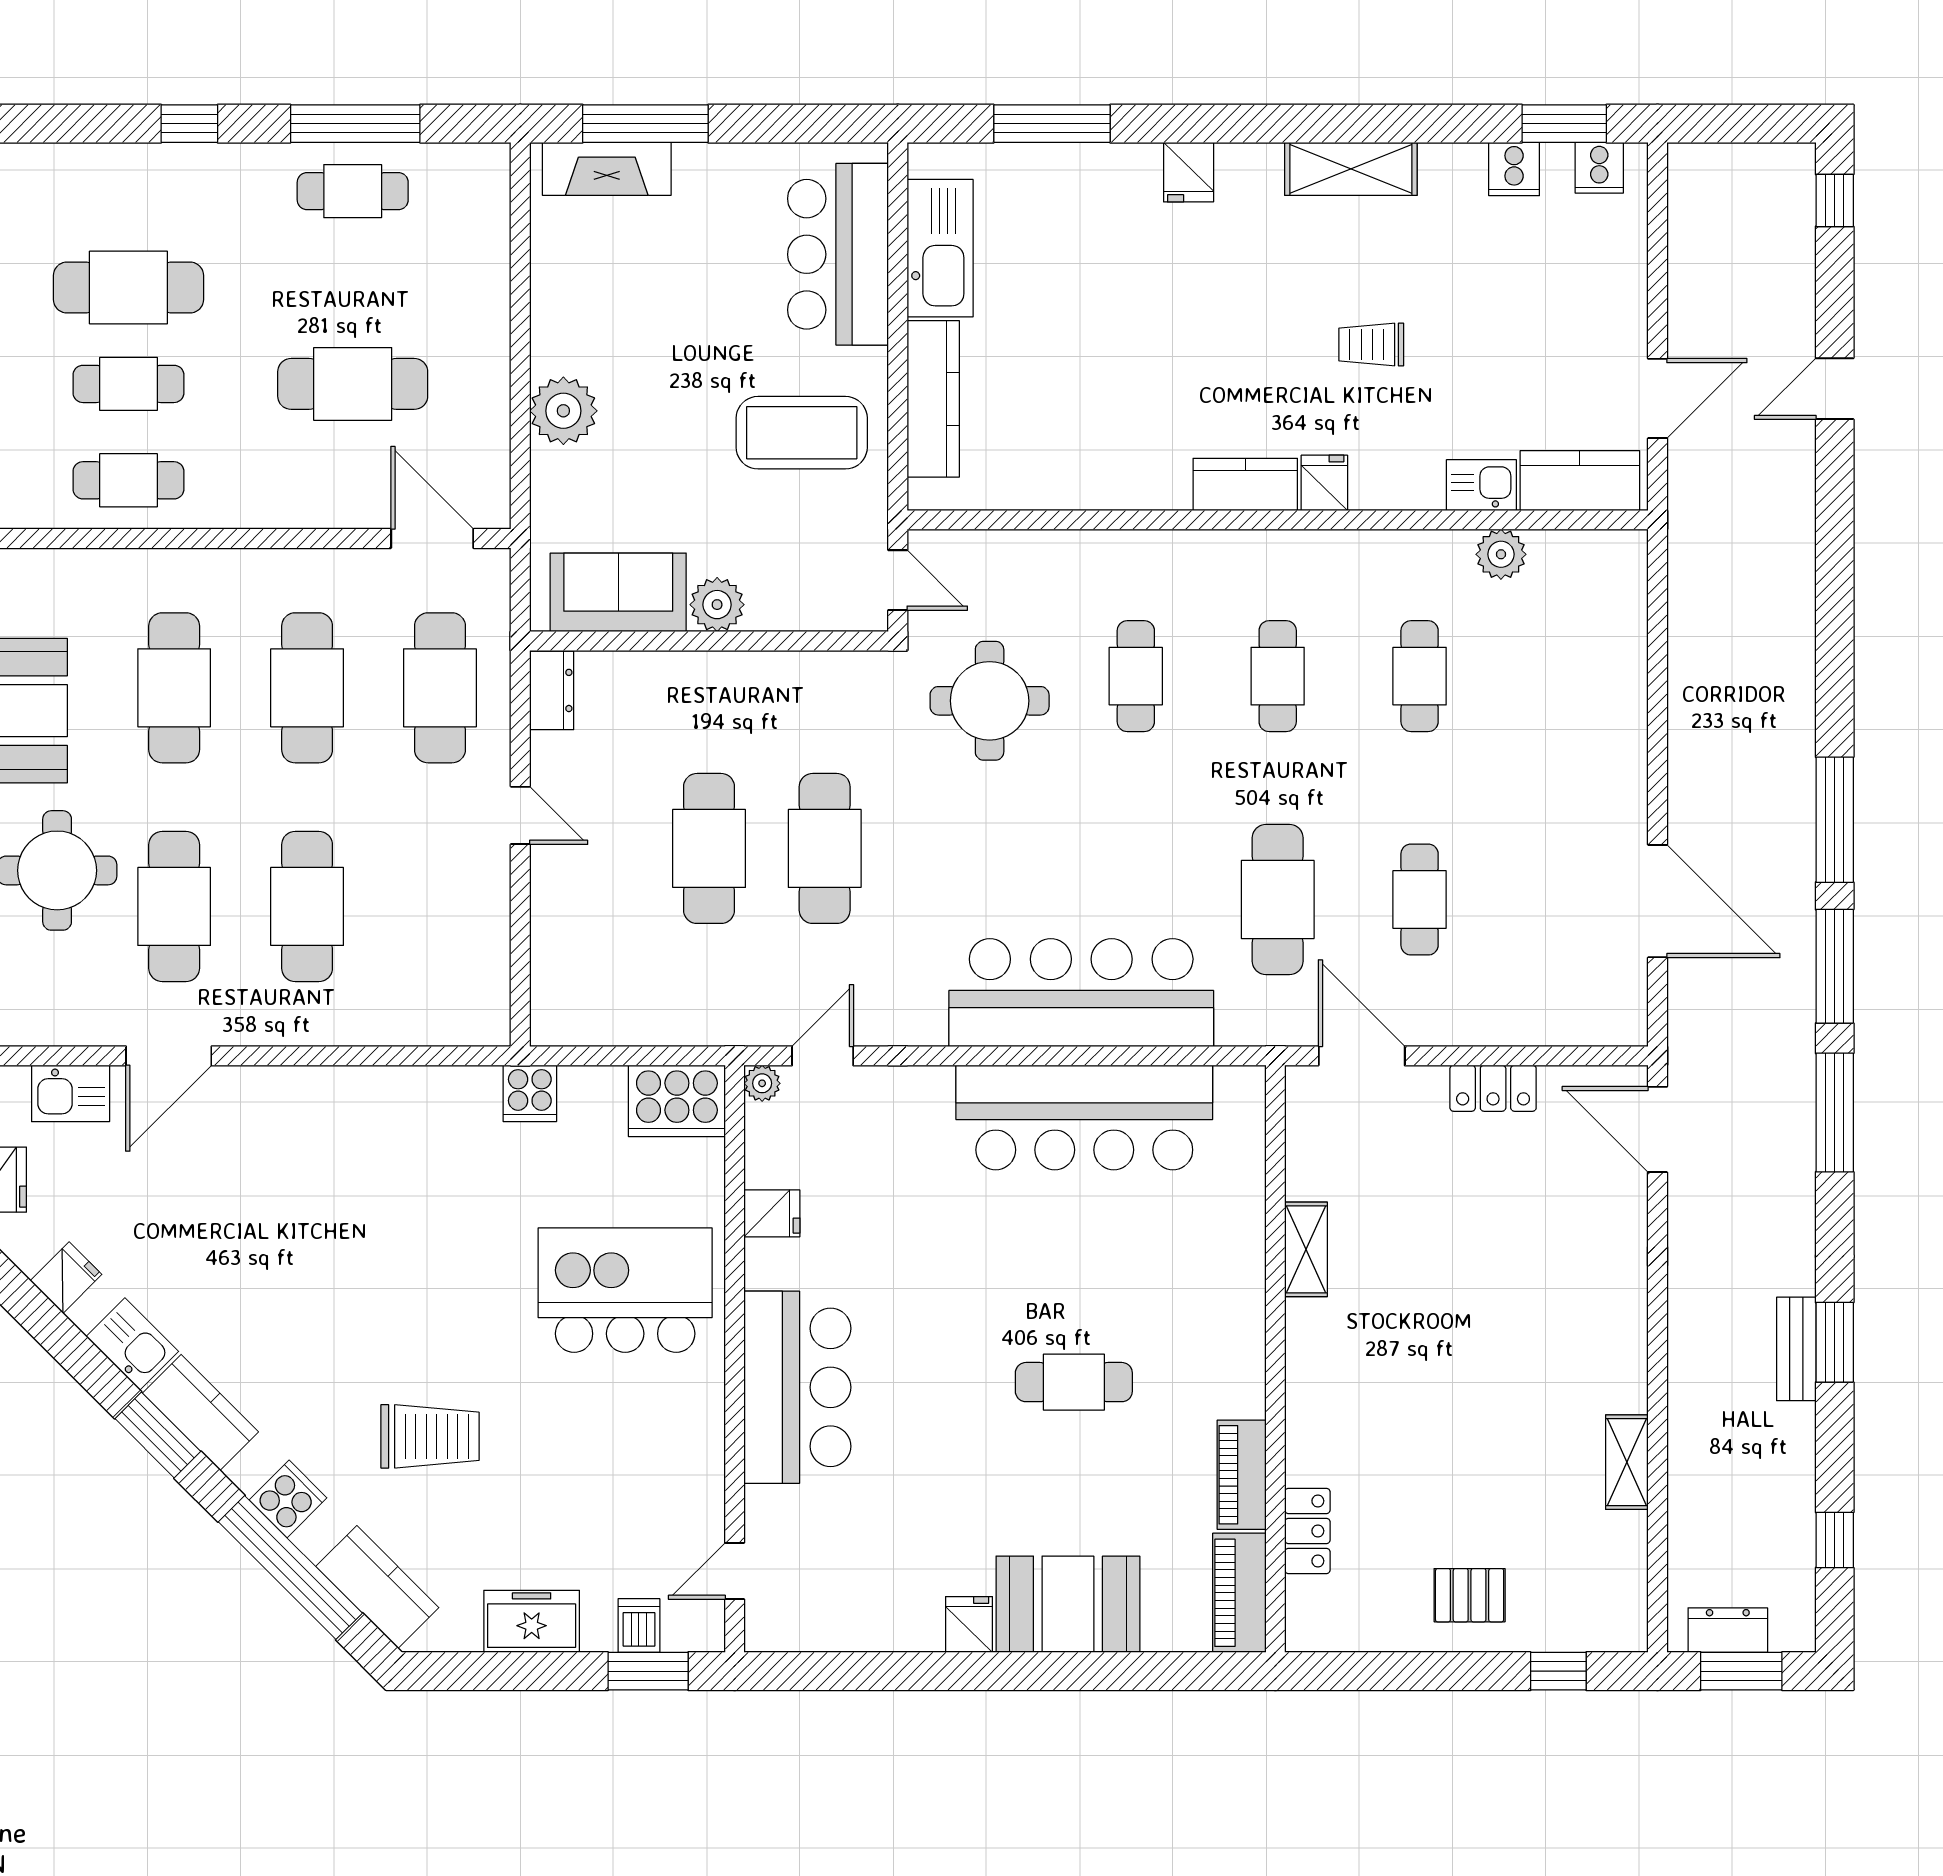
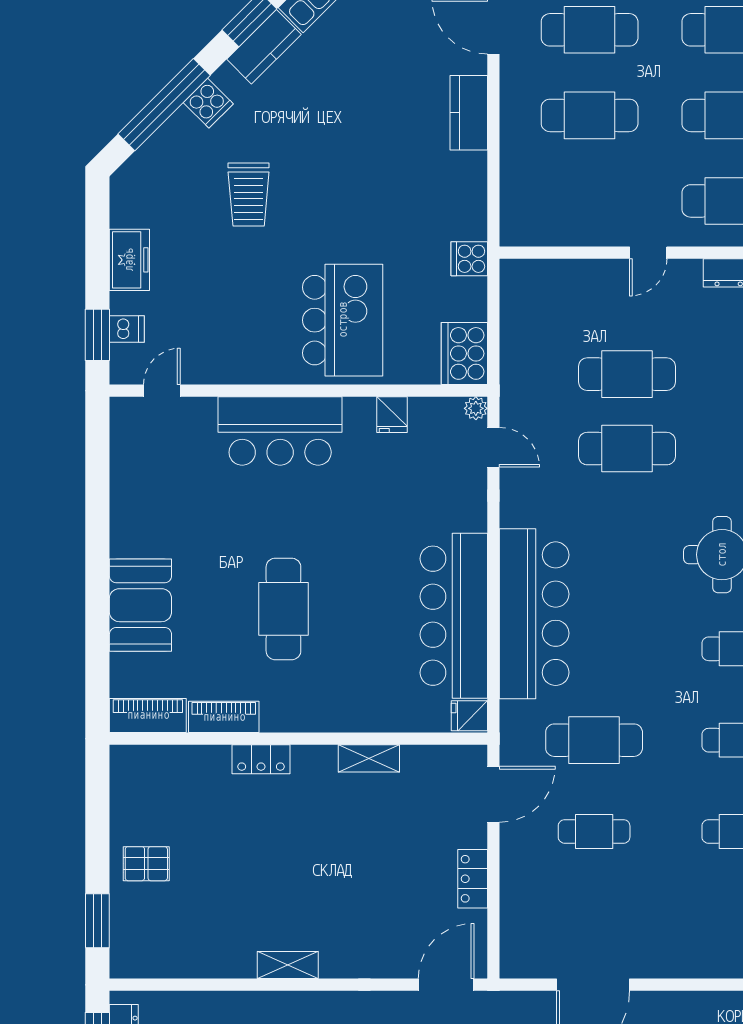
cafe table: (1074, 1382) -> (283, 609), width x1.37, depth x1.35
shelving: (1627, 1462) -> (288, 965), moved
locker: (1307, 1531) -> (261, 759), moved
door: (735, 1571) -> (162, 391), hinge flipped
kitchen counter: (377, 1587) -> (469, 113), moved, turned 135
pallet: (1470, 1595) -> (146, 864), turned 90
fridge: (969, 1625) -> (469, 716), moved, turned 180
window: (1558, 1671) -> (97, 921), width x1.50

